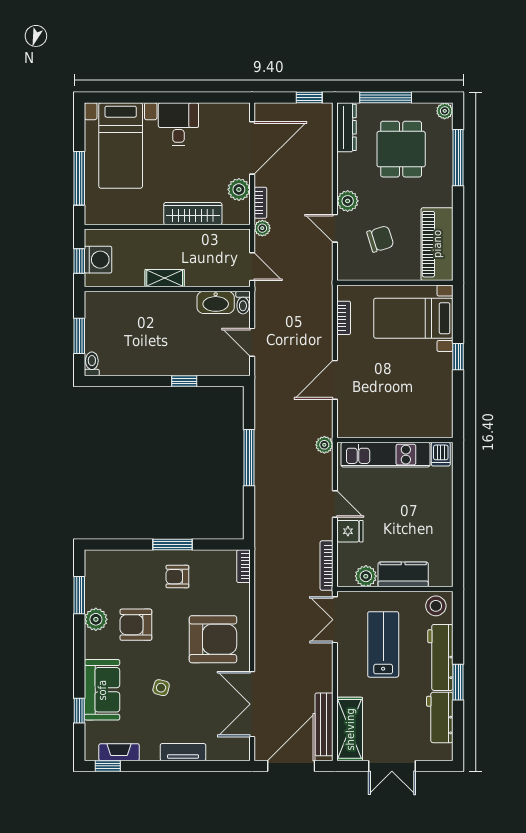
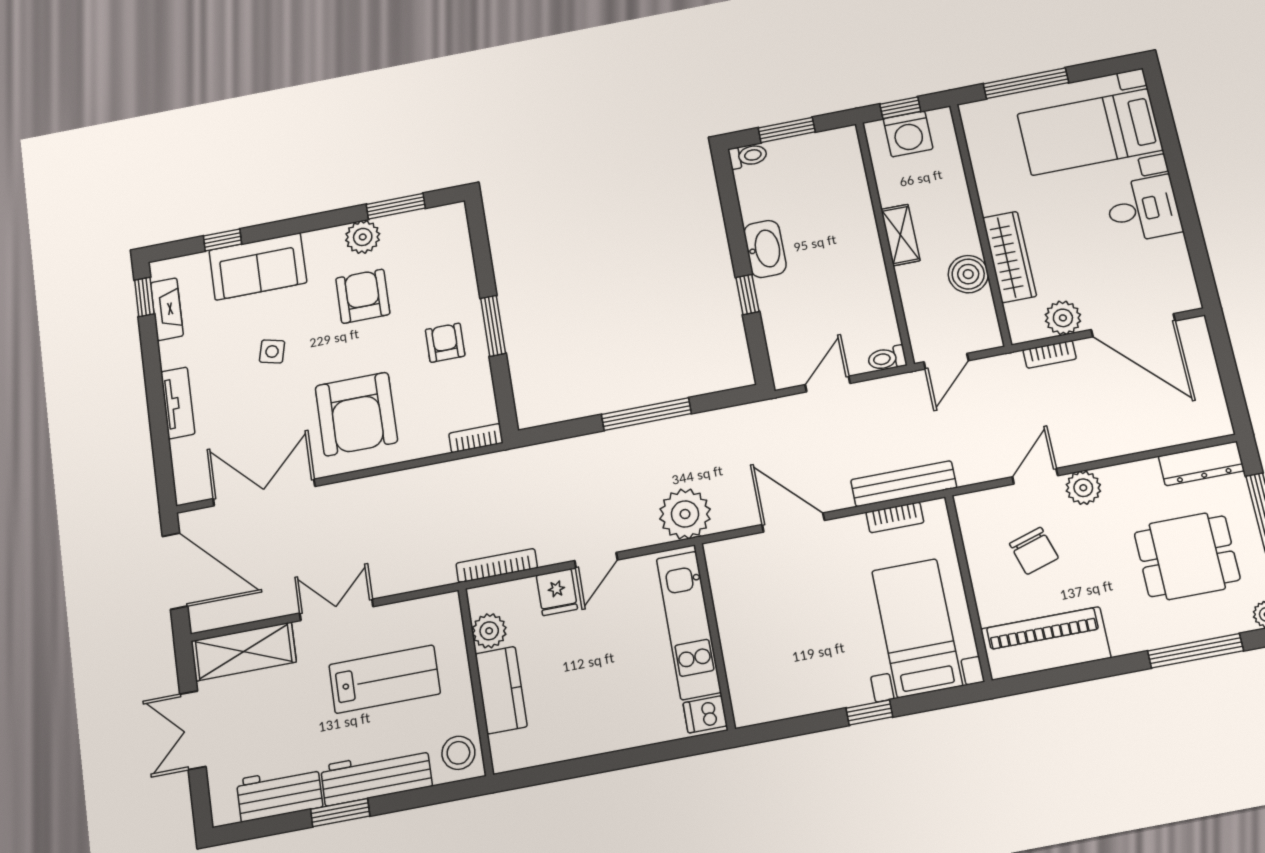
window: (309, 98) -> (1234, 396), removed
plant: (262, 228) -> (1010, 365), removed
boiler: (199, 241) -> (968, 274), added
washbasin: (216, 302) -> (765, 249), moved, turned 180
plant: (324, 445) -> (685, 514), width x1.88, depth x1.88
double door: (335, 620) -> (336, 610), moved
bench: (324, 724) -> (904, 484), moved

